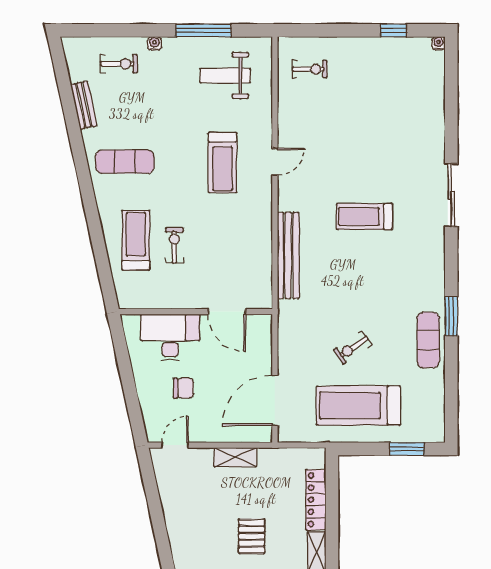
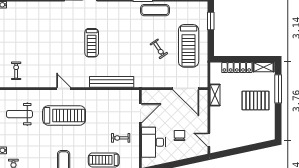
weight bench: (225, 76) -> (19, 114), turned 90
treadmill: (223, 163) -> (64, 115), width x1.37, depth x1.38
exercise bike: (174, 245) -> (121, 138), moved
shelving: (235, 457) -> (215, 95), moved
pallet: (252, 536) -> (256, 101), width x1.50, depth x1.42

